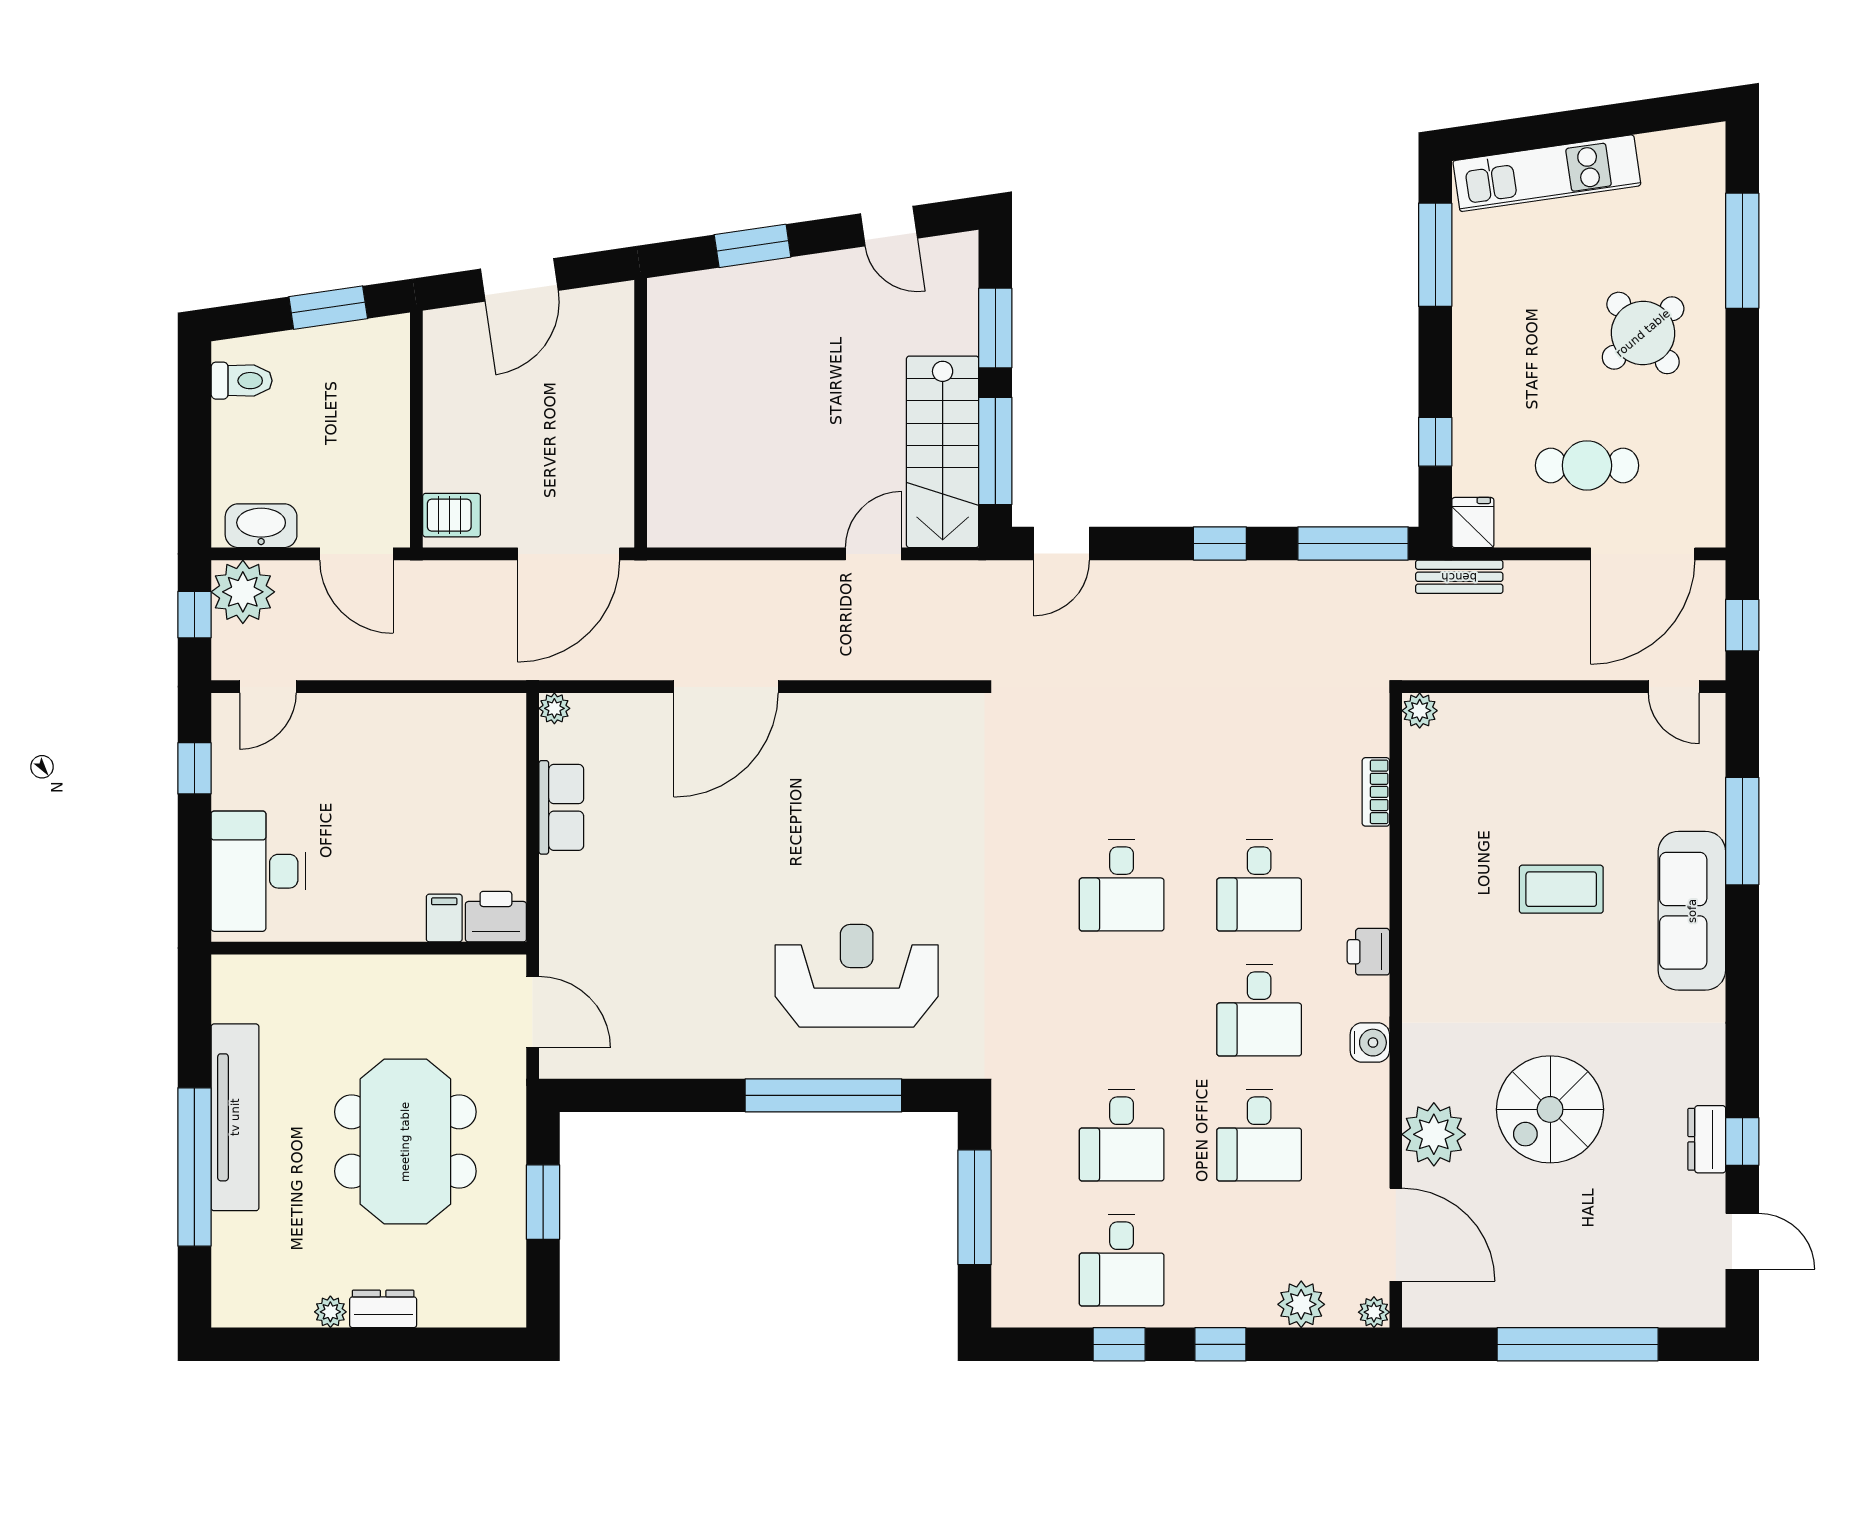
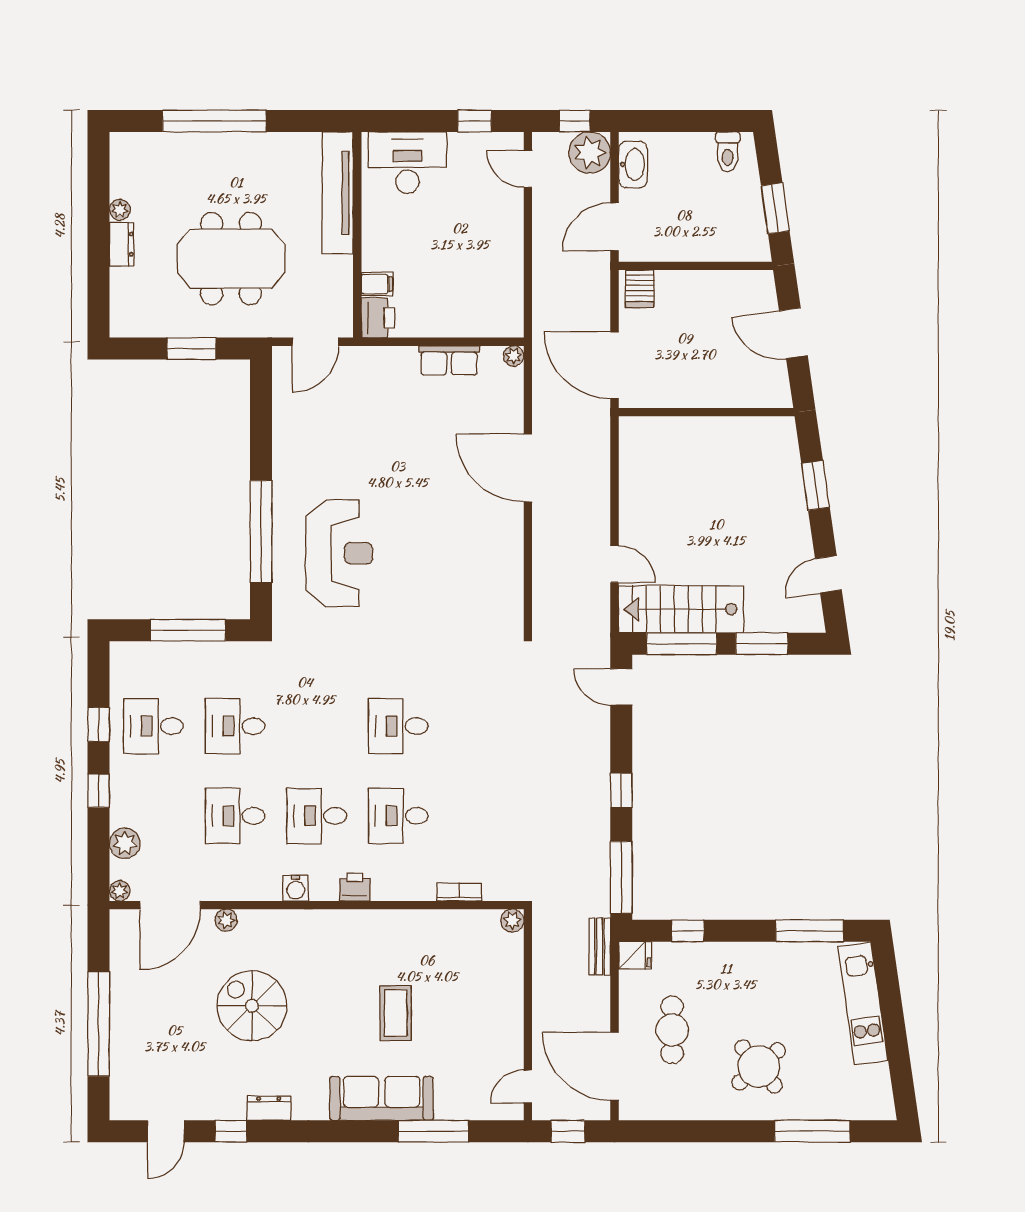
tv unit: (235, 1117) -> (338, 193), moved, turned 90
plant: (1434, 1134) -> (226, 920), width x0.53, depth x0.53
dresser: (1707, 1139) -> (269, 1108), moved

